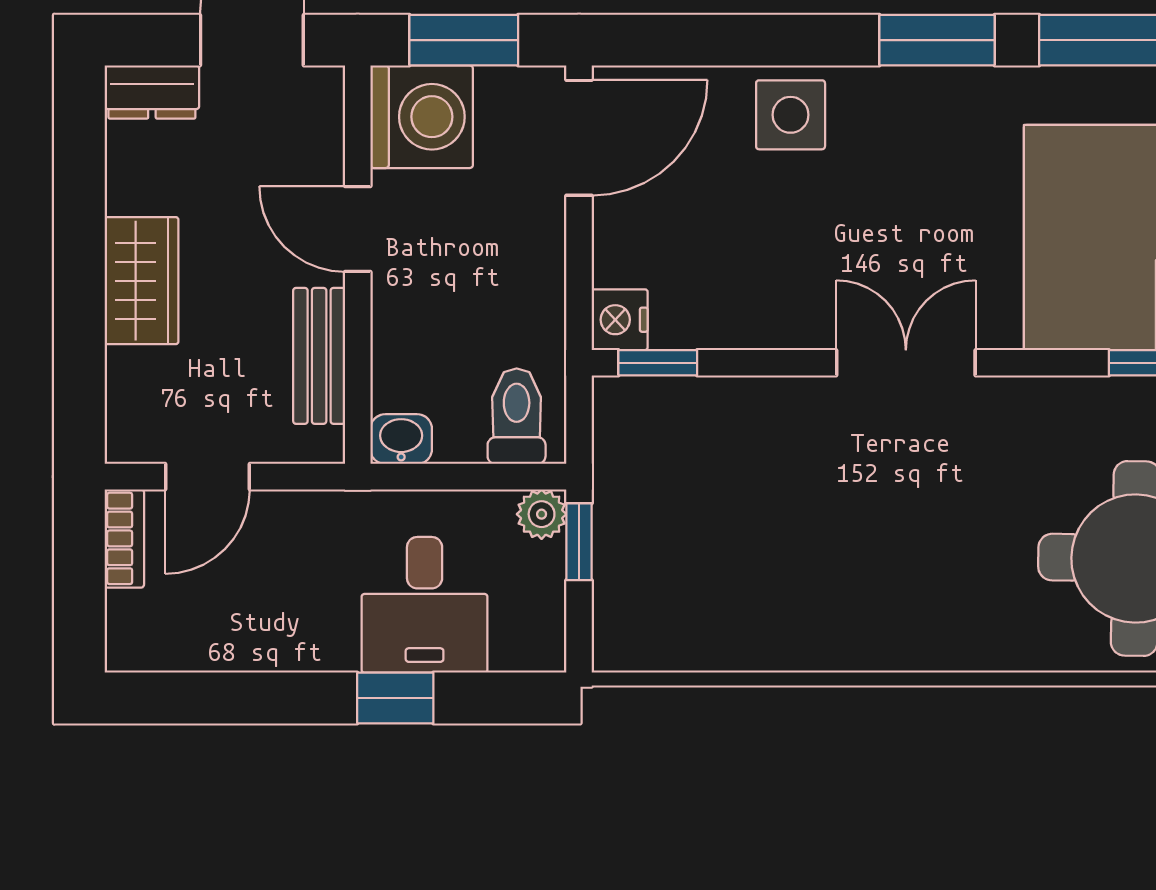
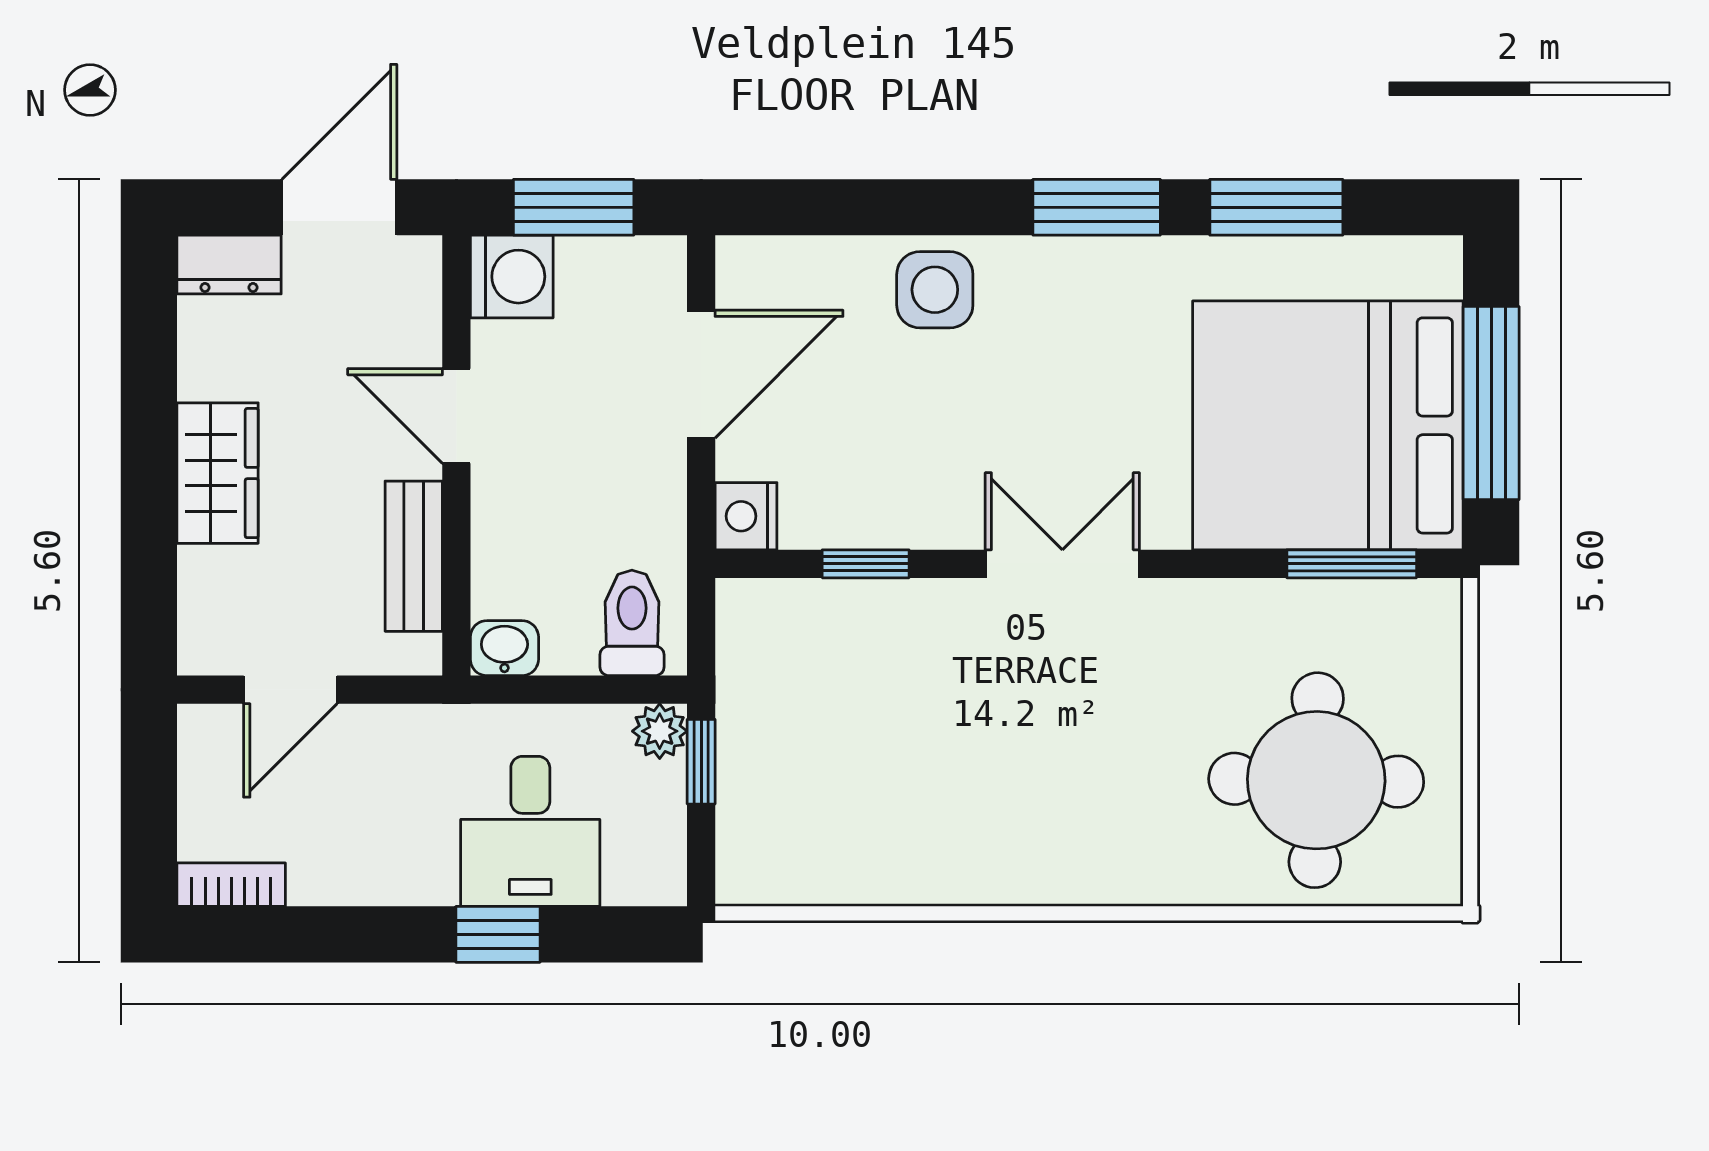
washing machine: (422, 117) -> (512, 277), width x0.73, depth x0.73
door: (579, 138) -> (701, 374), moved
window: (658, 363) -> (866, 564), moved
bookcase: (124, 538) -> (231, 885), moved, turned -90

